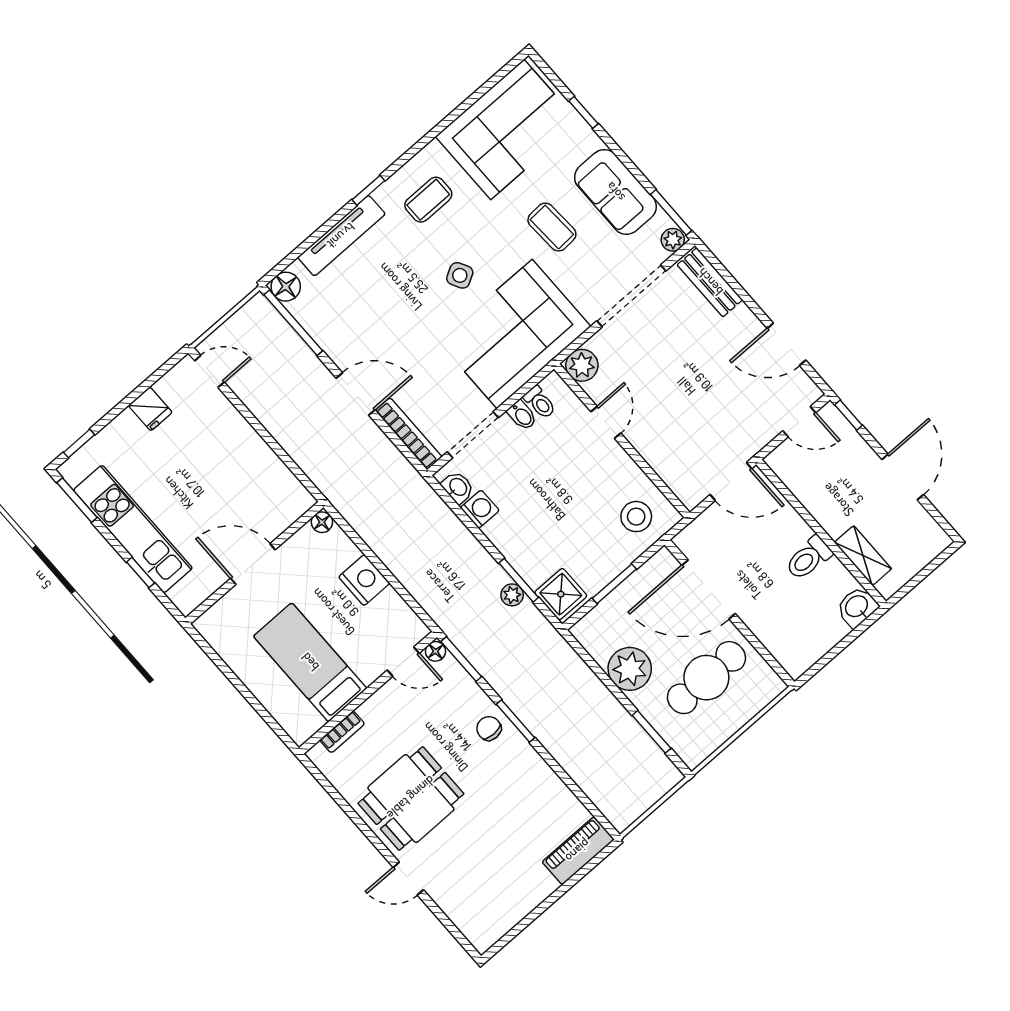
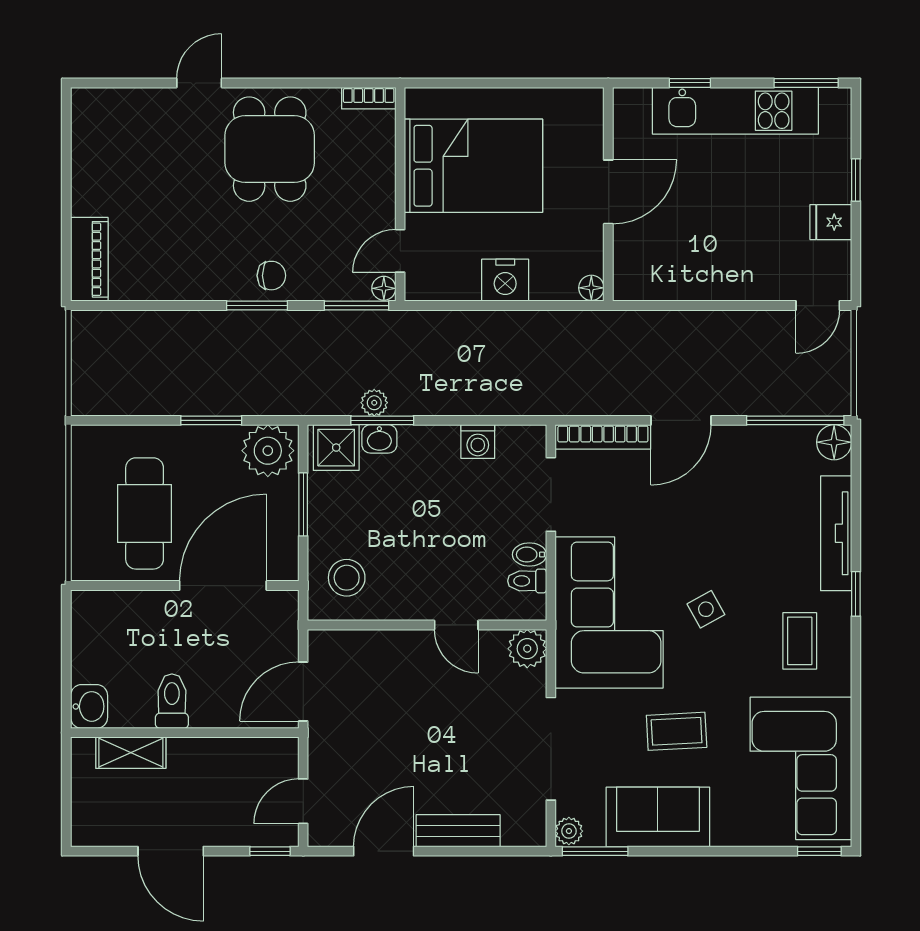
window: (583, 112) -> (819, 851), moved
bench: (710, 282) -> (458, 831), moved
window: (79, 443) -> (856, 180), moved
washbasin: (458, 487) -> (379, 439), moved
bed: (310, 662) -> (473, 166), width x1.50
plant: (630, 669) -> (268, 451), moved
bookcase: (342, 732) -> (369, 98), moved, turned -90
window: (652, 732) -> (211, 420), moved

